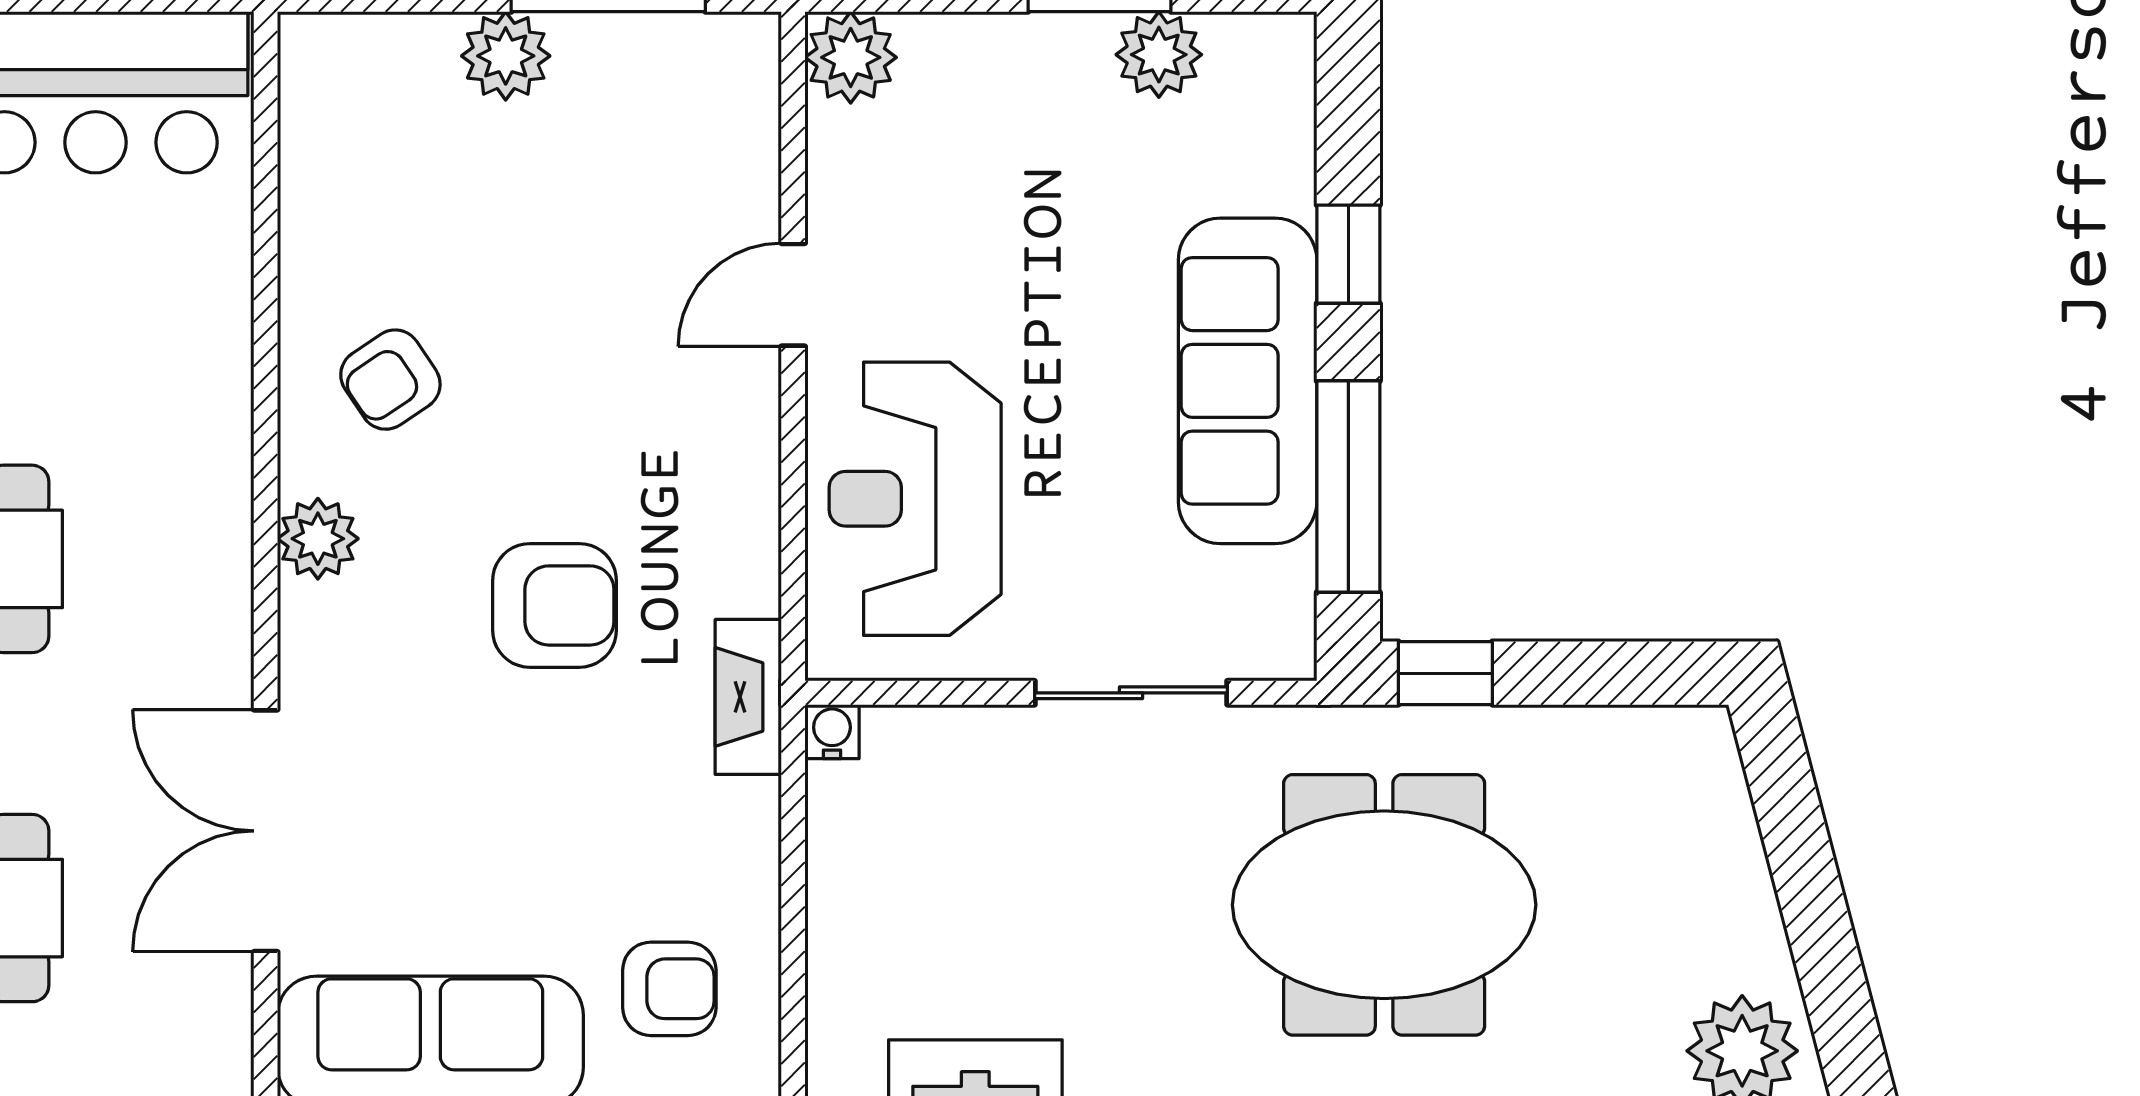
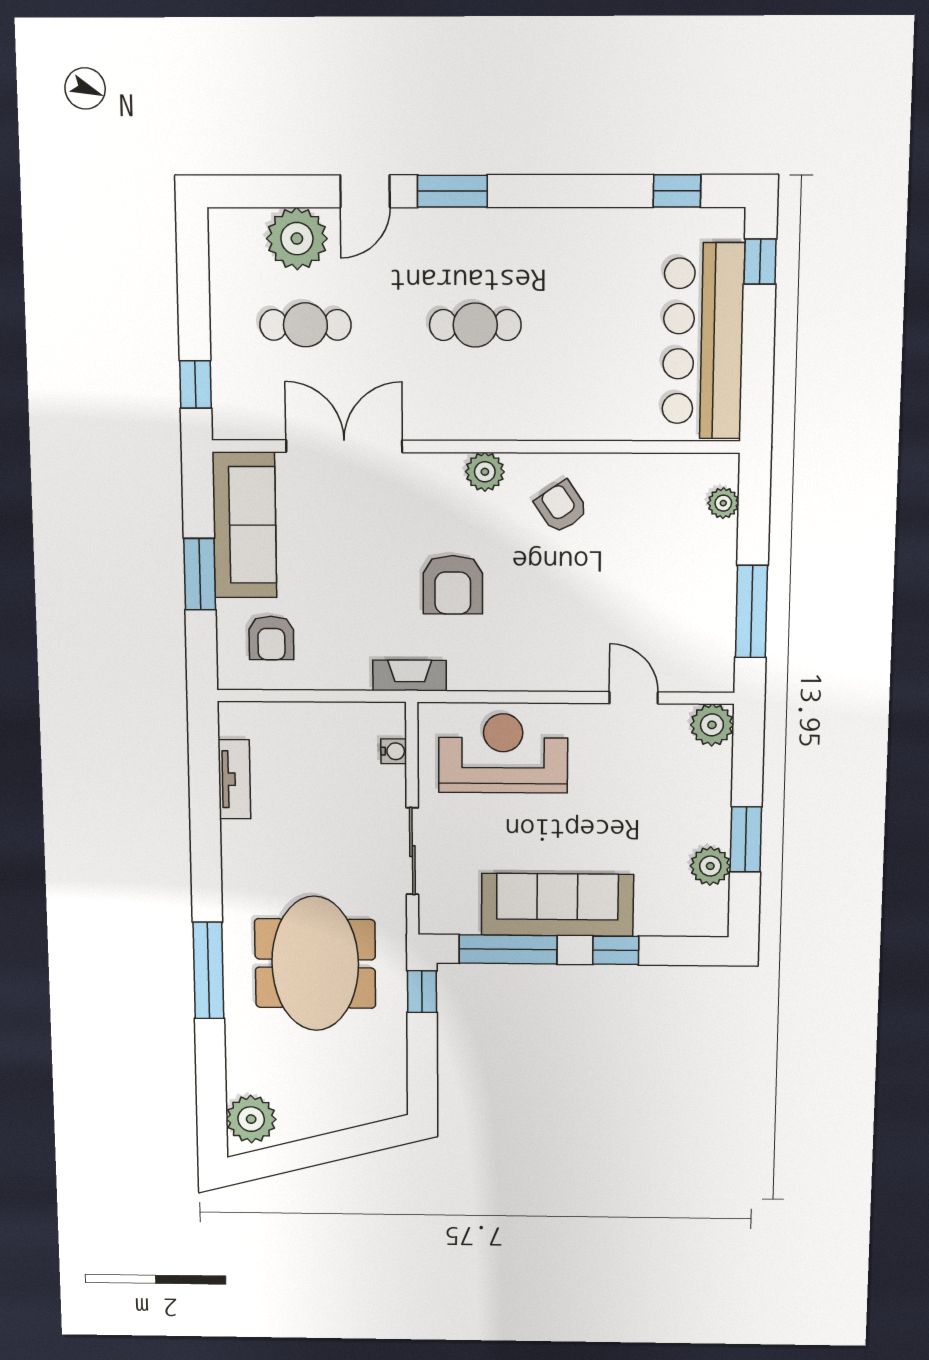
plant: (506, 56) -> (723, 503), moved, width x0.73, depth x0.73
door: (793, 295) -> (634, 698), moved
water cooler: (832, 732) -> (394, 751), moved

